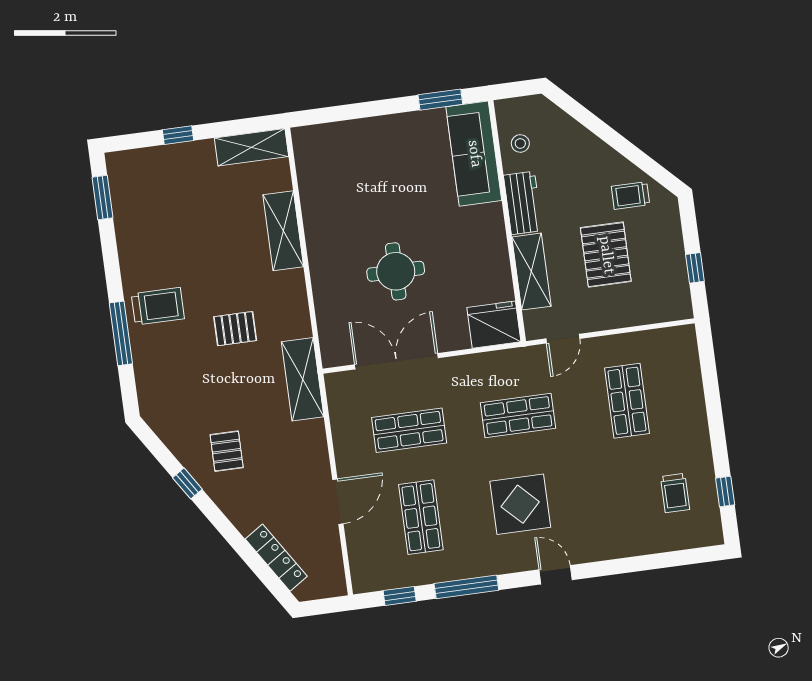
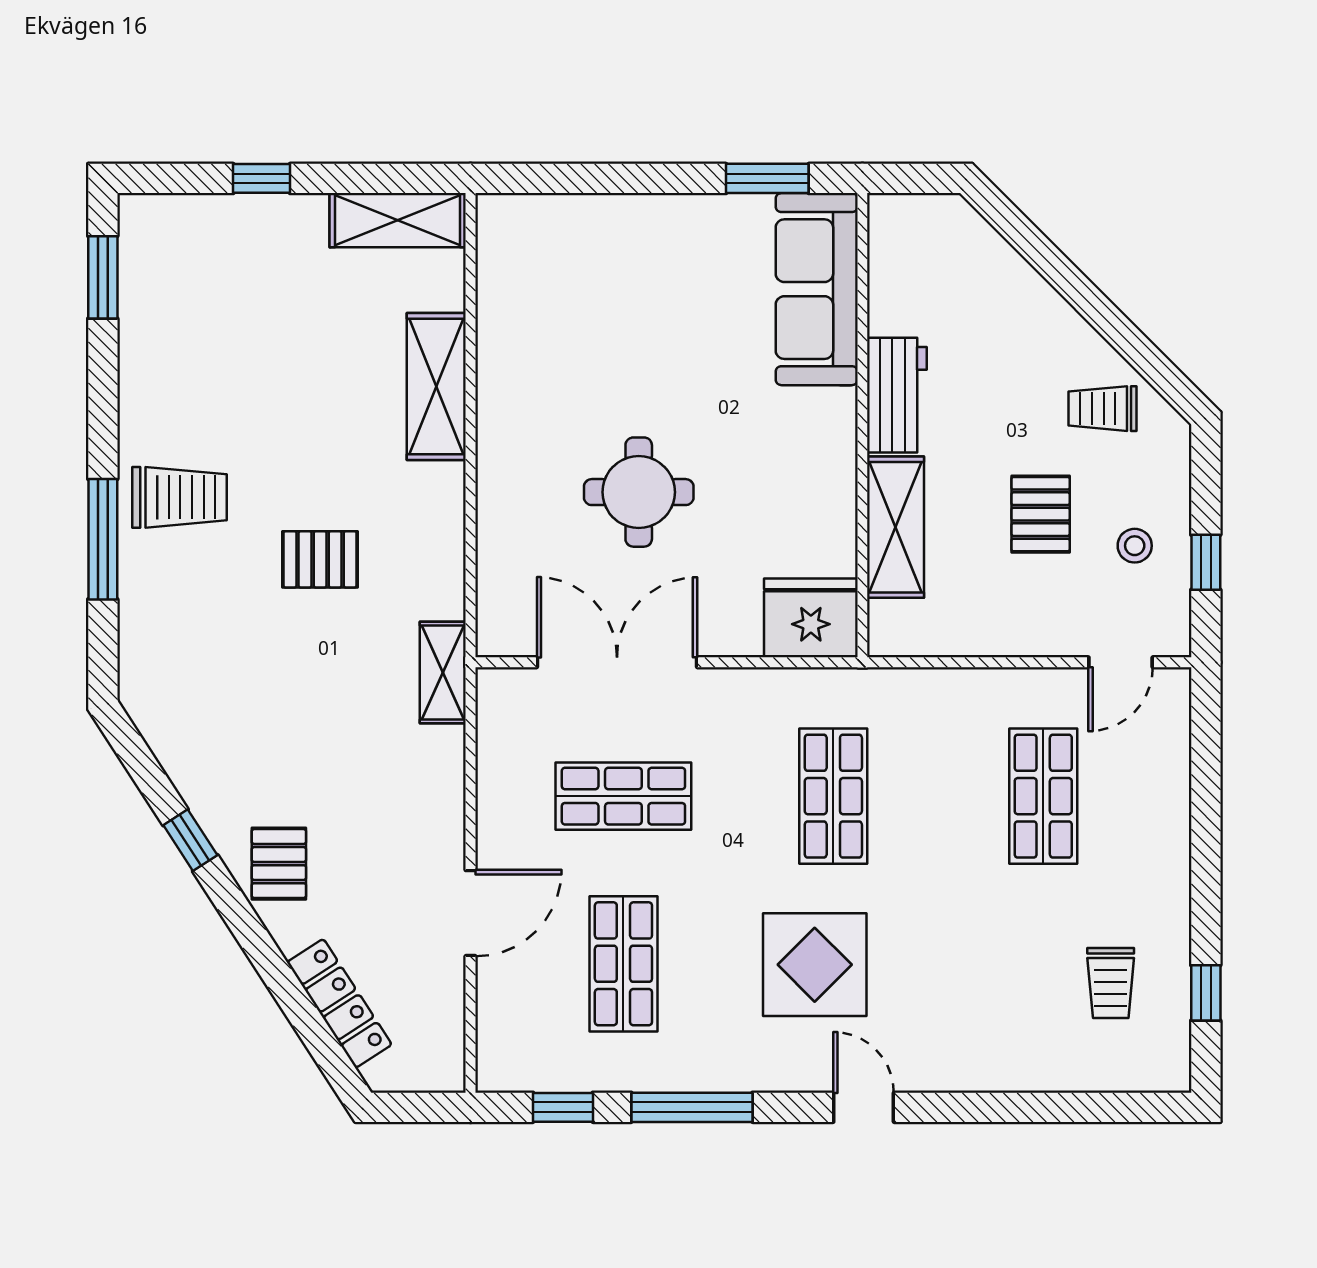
stool: (520, 143) -> (1135, 546), moved
pallet: (606, 255) -> (1041, 514), width x0.67, depth x0.71
door: (563, 339) -> (1121, 662), moved
shelving: (303, 379) -> (443, 672), width x0.67, depth x0.75
shop shelf: (518, 415) -> (833, 796), turned 90
pallet: (227, 451) -> (279, 864), moved

